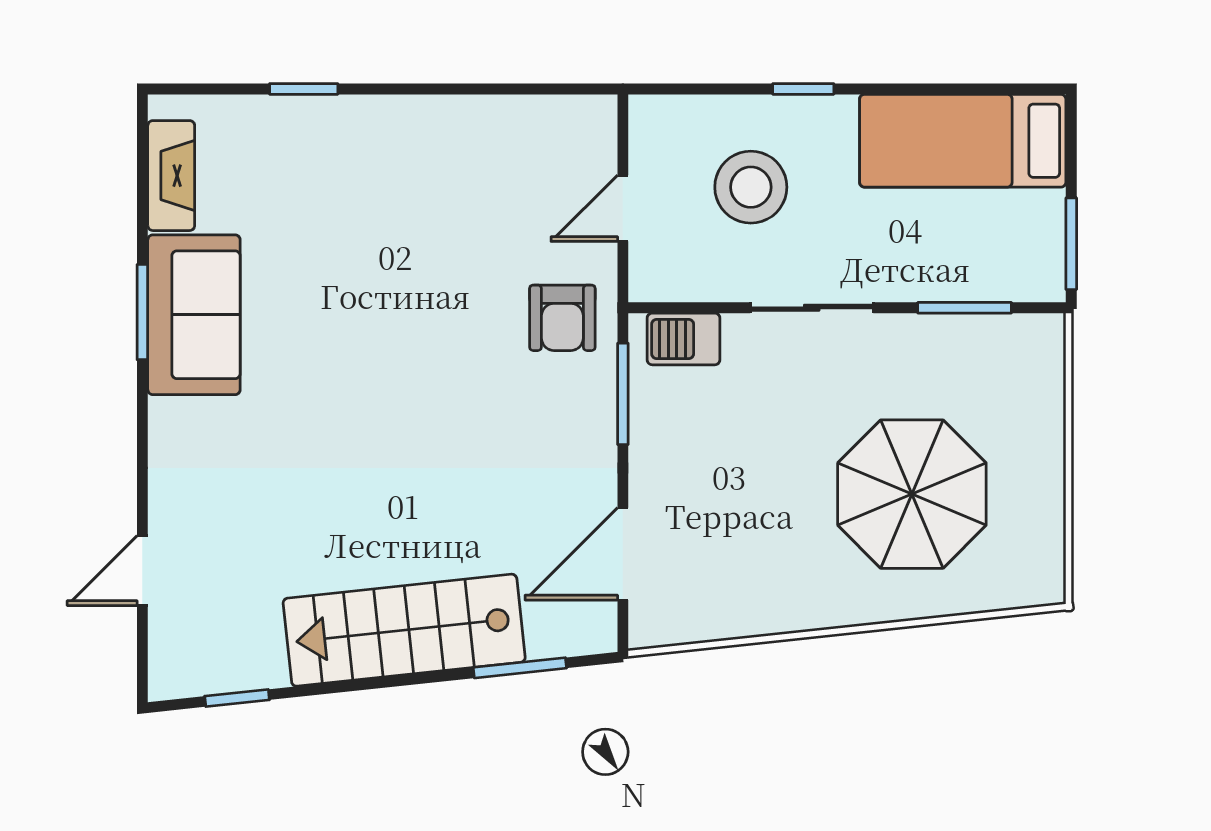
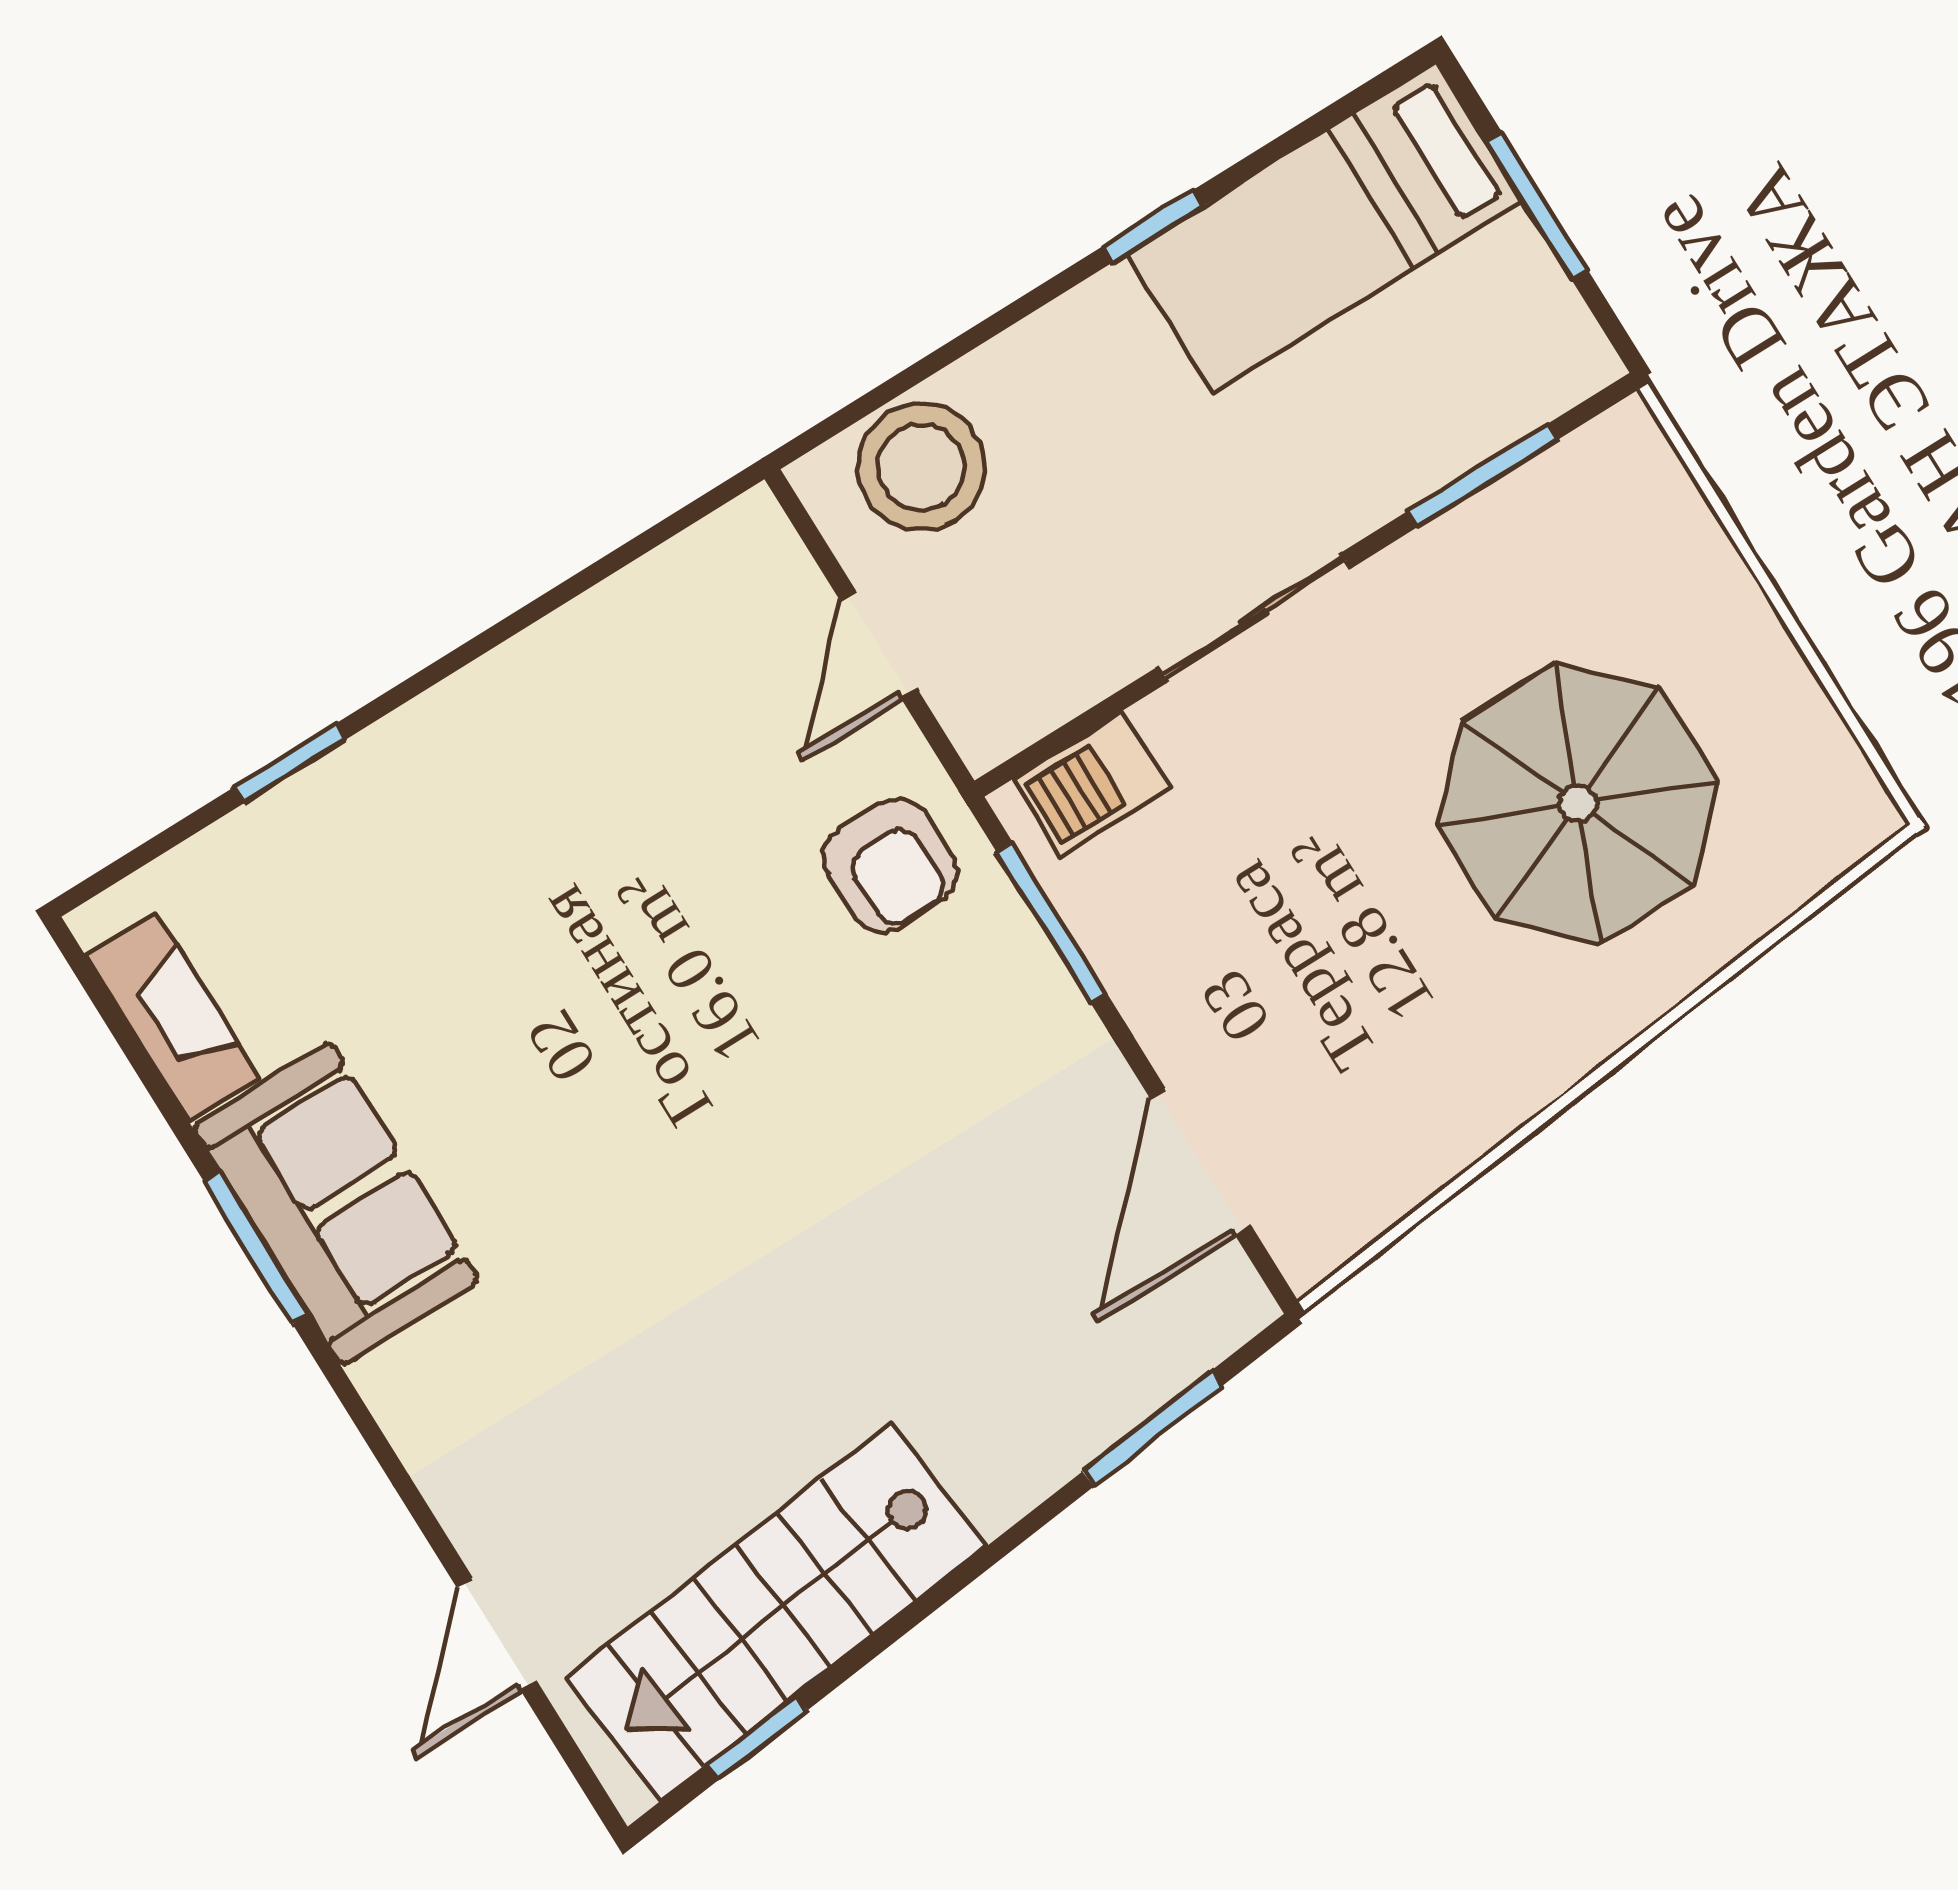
window: (803, 89) -> (1153, 226), moved
stool: (751, 187) -> (921, 467), moved
window: (1071, 244) -> (1537, 206), moved
stairs: (404, 630) -> (776, 1611), moved

